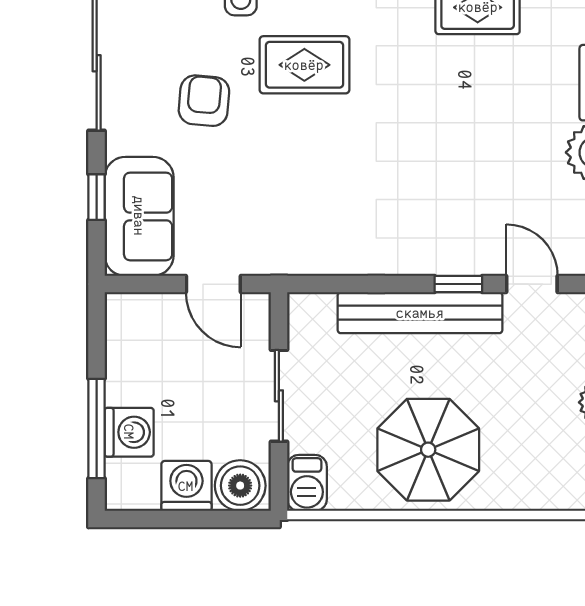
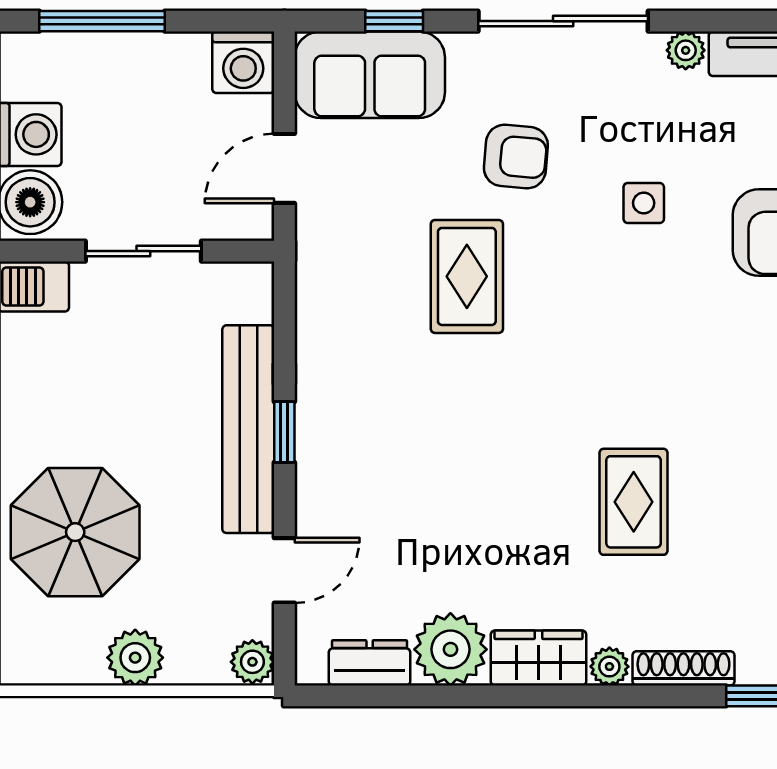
rug: (304, 65) -> (467, 276), moved
window: (458, 284) -> (284, 432), moved
washing machine: (129, 432) -> (243, 62), moved
parasol: (428, 450) -> (75, 532), moved

